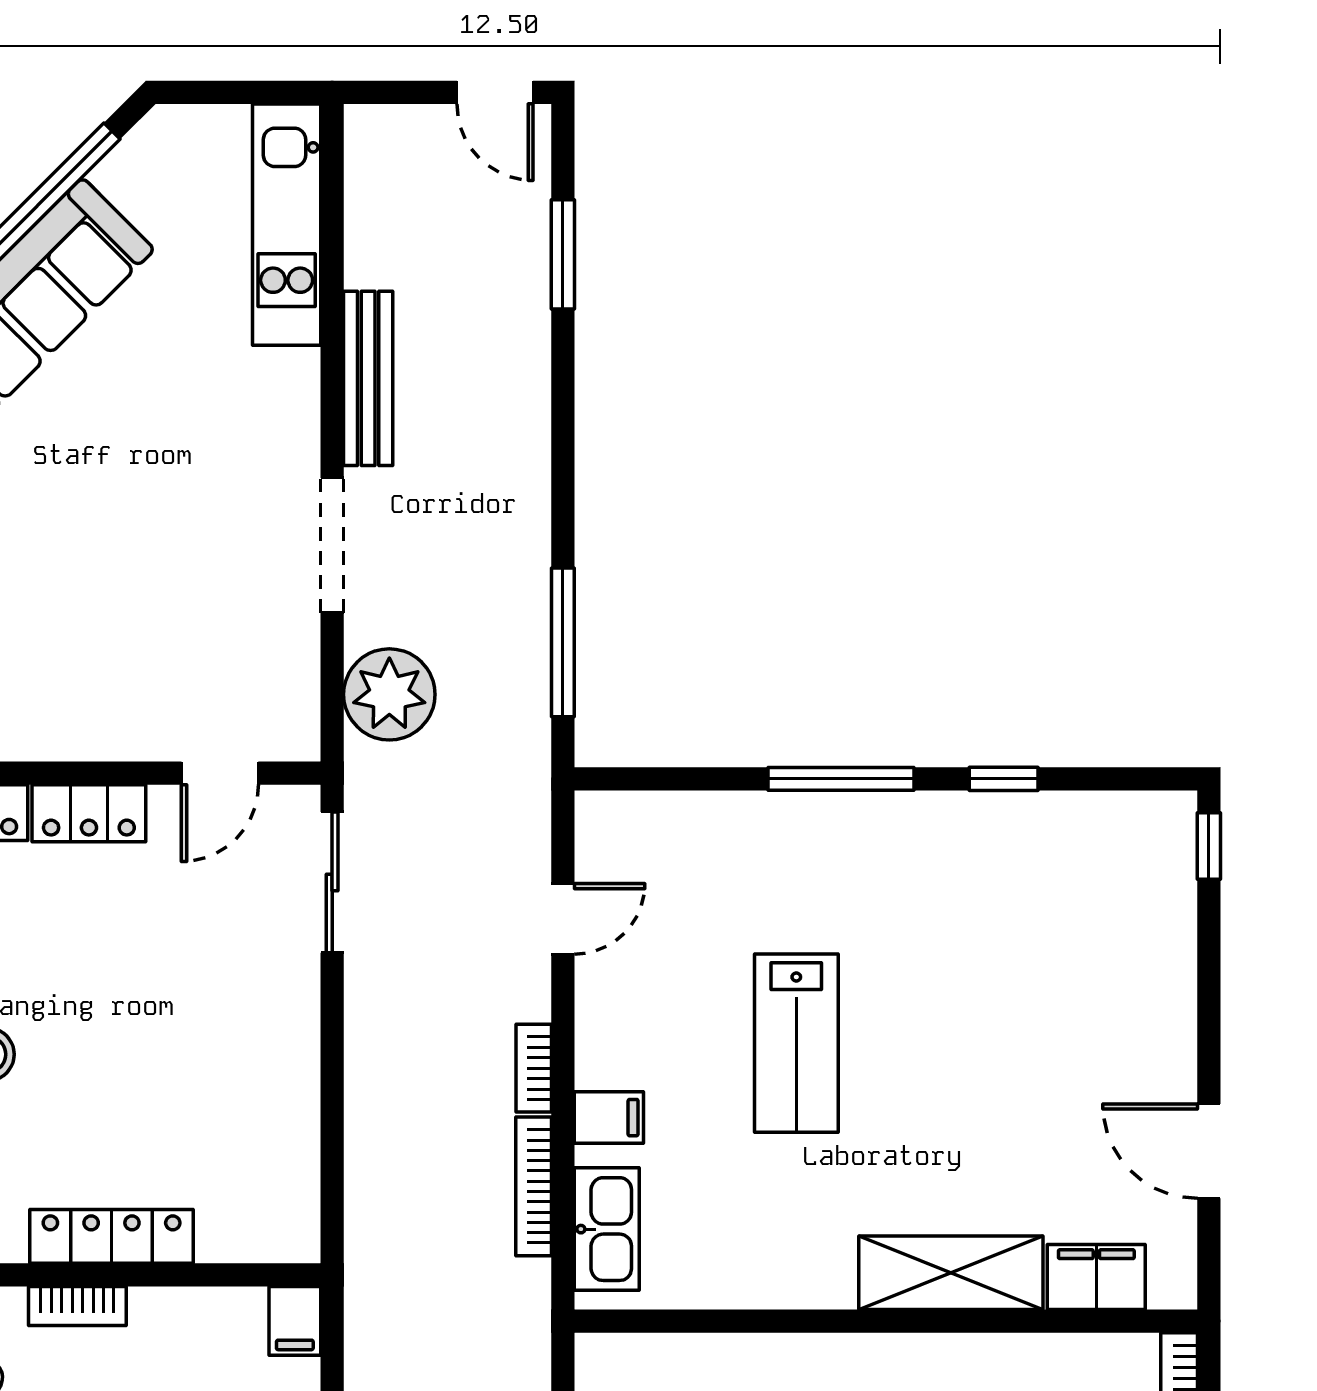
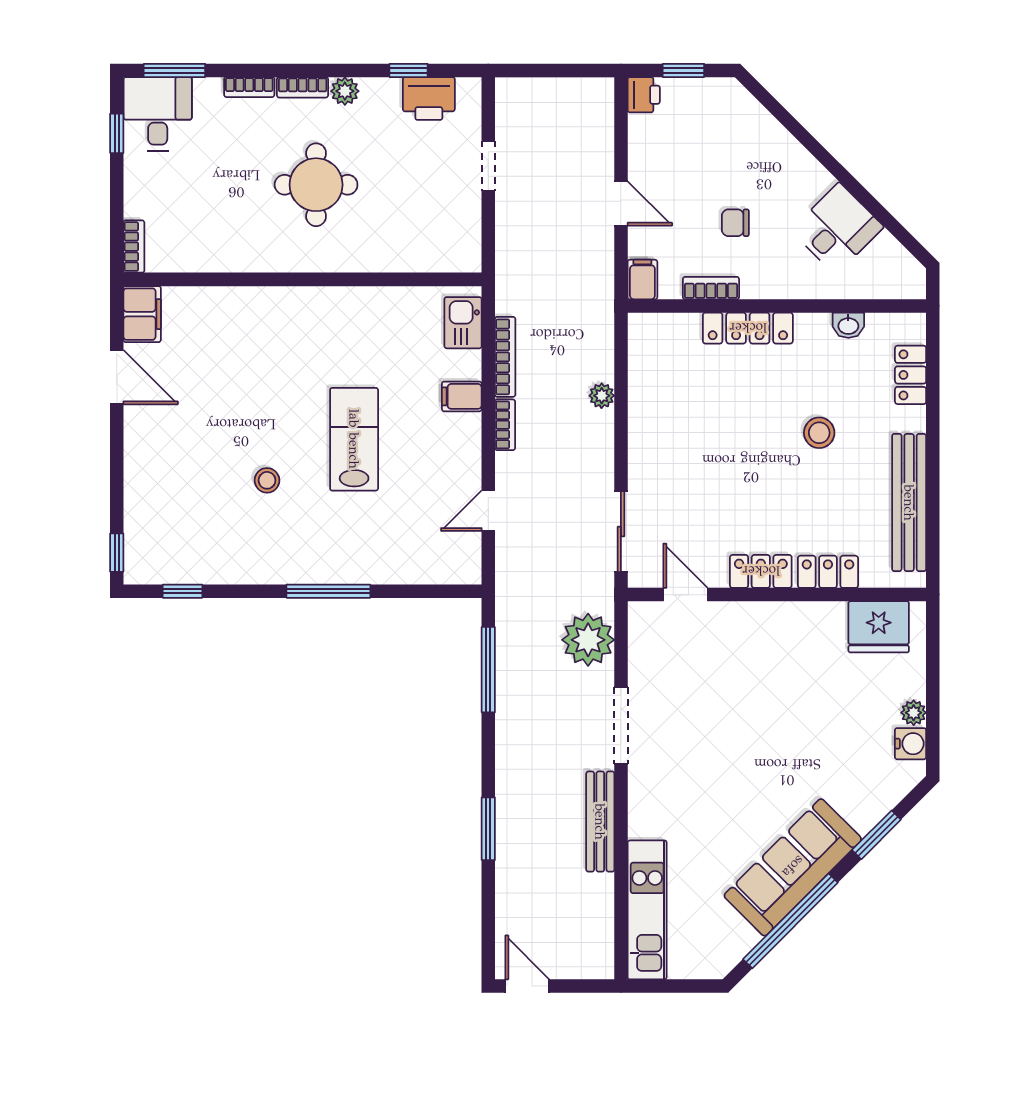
window: (563, 254) -> (488, 829), moved
door: (220, 773) -> (686, 595), hinge flipped
window: (1004, 779) -> (182, 591), moved
stool: (948, 972) -> (267, 480), added
plant: (366, 1119) -> (602, 396), added
kitchen sink: (607, 1229) -> (463, 323), width x0.73
shelving: (951, 1273) -> (265, 307), removed
filing cabinet: (1096, 1277) -> (142, 314), moved, turned -90
bookcase: (77, 1306) -> (711, 288), moved

